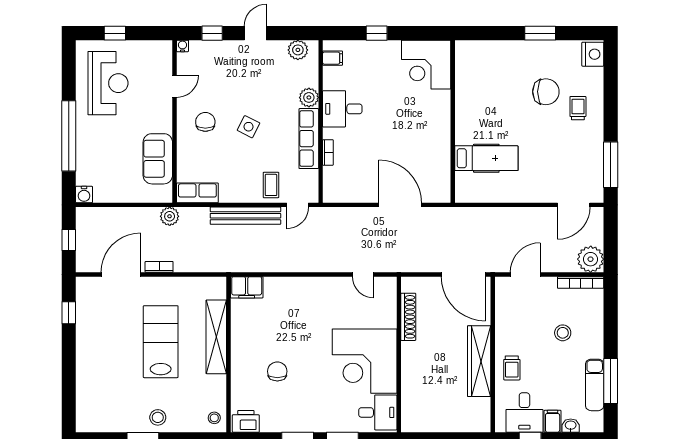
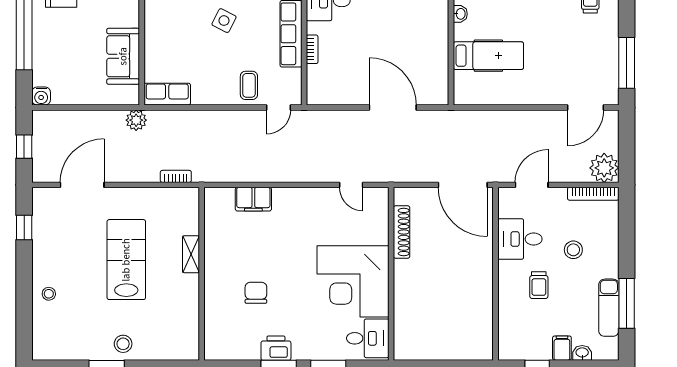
washbasin: (461, 121) -> (460, 14), added
chair: (205, 122) -> (176, 15), removed
bench: (245, 216) -> (221, 120), removed
bookcase: (159, 267) -> (176, 176), moved
filing cabinet: (247, 287) -> (253, 199), moved
shelving: (216, 337) -> (191, 254), width x0.45, depth x0.75
wardrobe: (479, 361) -> (480, 281), removed
trolley: (512, 368) -> (539, 285), moved
desk: (524, 413) -> (520, 239), moved, turned 90
stool: (214, 418) -> (49, 294), moved
printer: (246, 421) -> (276, 348), moved

